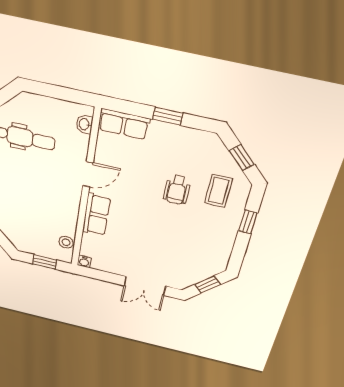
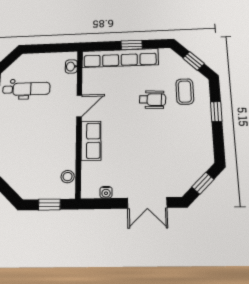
row of seats: (124, 124) -> (120, 58), width x2.02
wheelchair: (177, 190) -> (152, 100), turned -87
water cooler: (84, 262) -> (106, 192), moved

